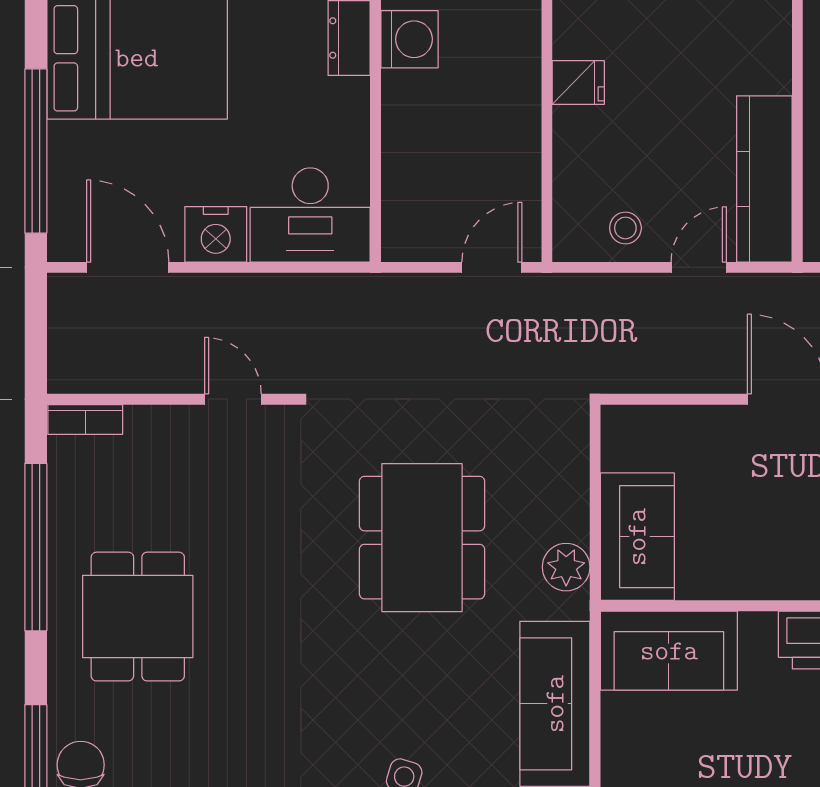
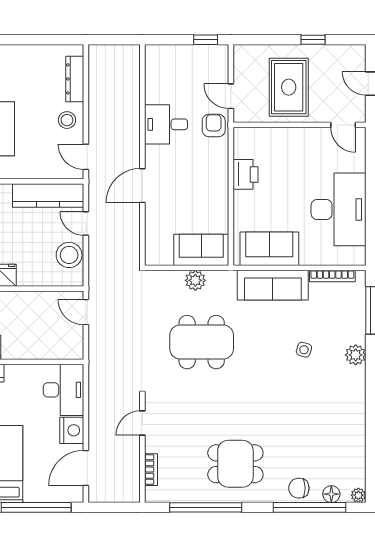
stool: (625, 228) -> (69, 255), width x1.89, depth x1.89
bookcase: (85, 419) -> (151, 470), moved
plant: (566, 567) -> (195, 280), moved
sofa: (669, 651) -> (269, 249), moved, turned -90

